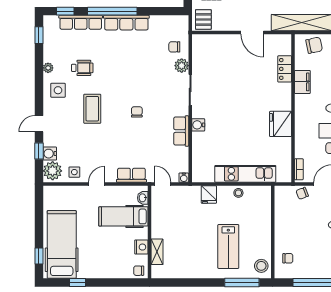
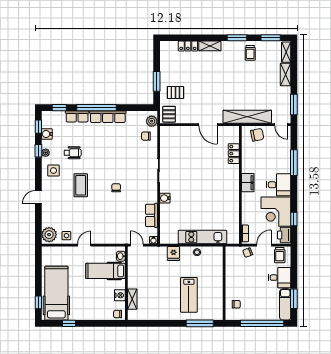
row of seats: (81, 22) -> (77, 116), width x0.68
plant: (182, 66) -> (152, 121), moved
filing cabinet: (302, 82) -> (248, 183), moved
fridge: (281, 124) -> (230, 197), removed
row of seats: (181, 131) -> (151, 215), moved
window: (39, 151) -> (38, 151), moved
water cooler: (50, 154) -> (47, 134), moved
row of seats: (131, 175) -> (112, 238), removed
stool: (261, 266) -> (215, 310), removed

